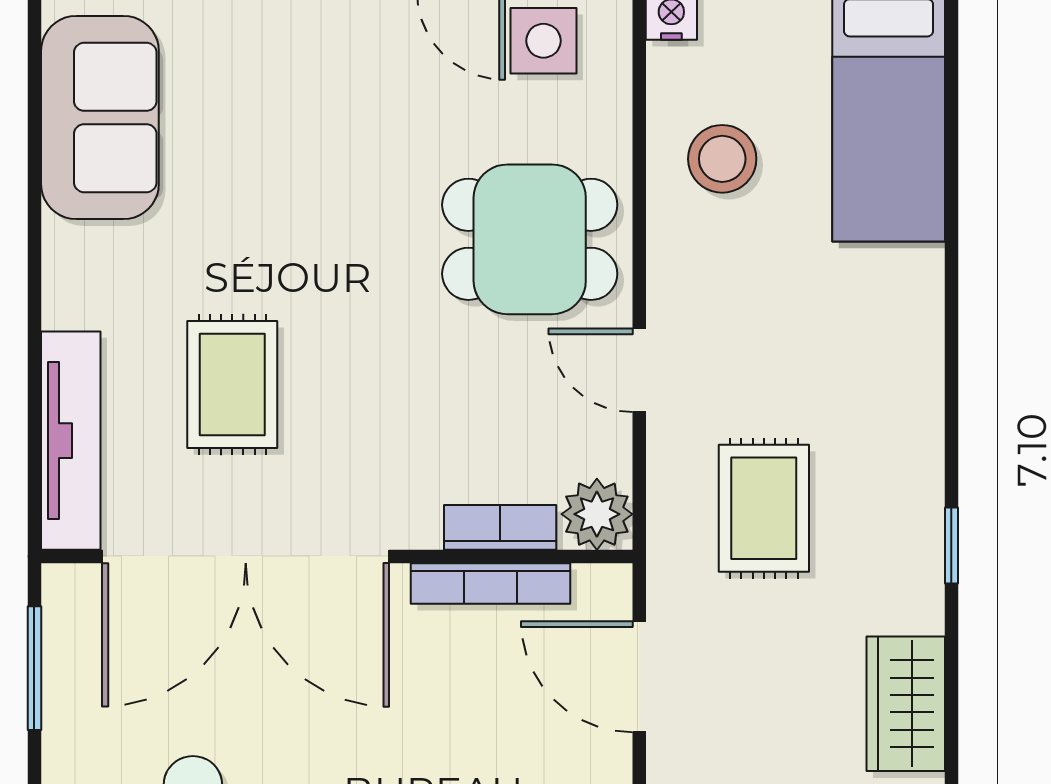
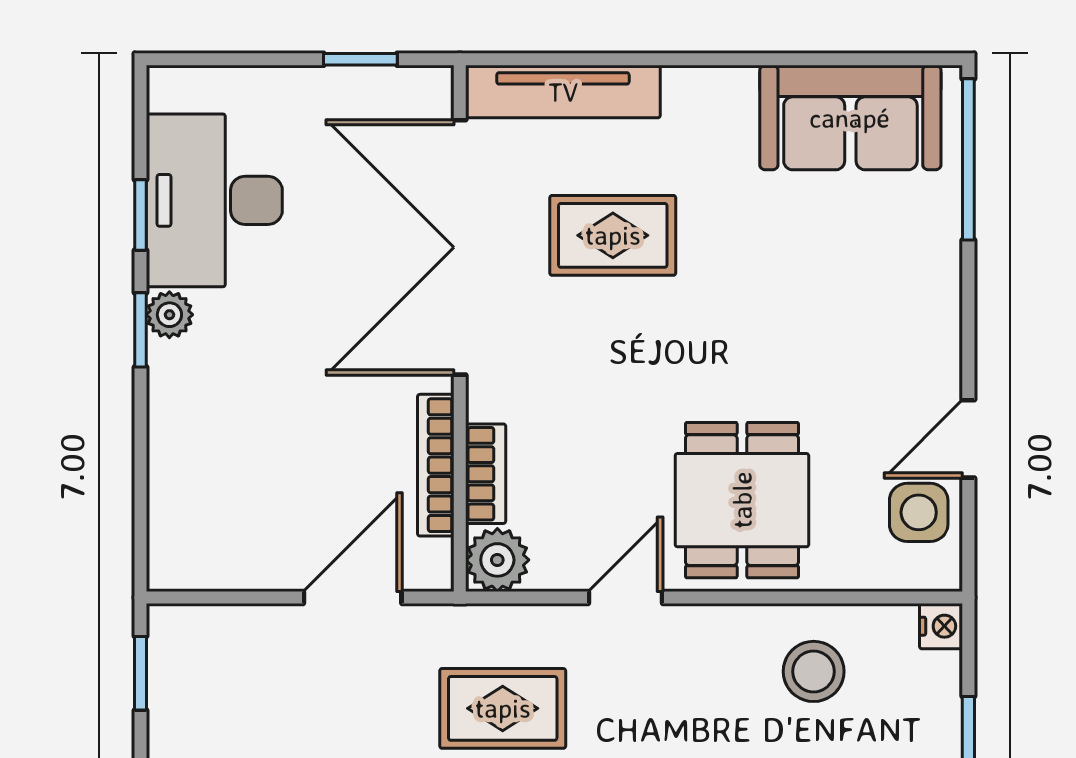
window: (34, 668) -> (360, 59), width x0.67

